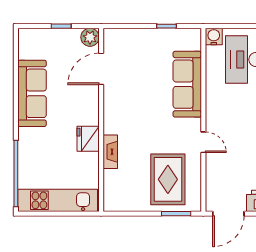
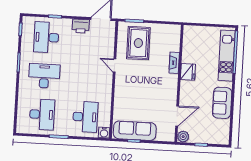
sofa: (187, 84) -> (135, 131), moved, turned -90
sofa: (32, 93) -> (222, 103), width x0.73
kitchen unit: (58, 200) -> (227, 56), moved, turned 90

